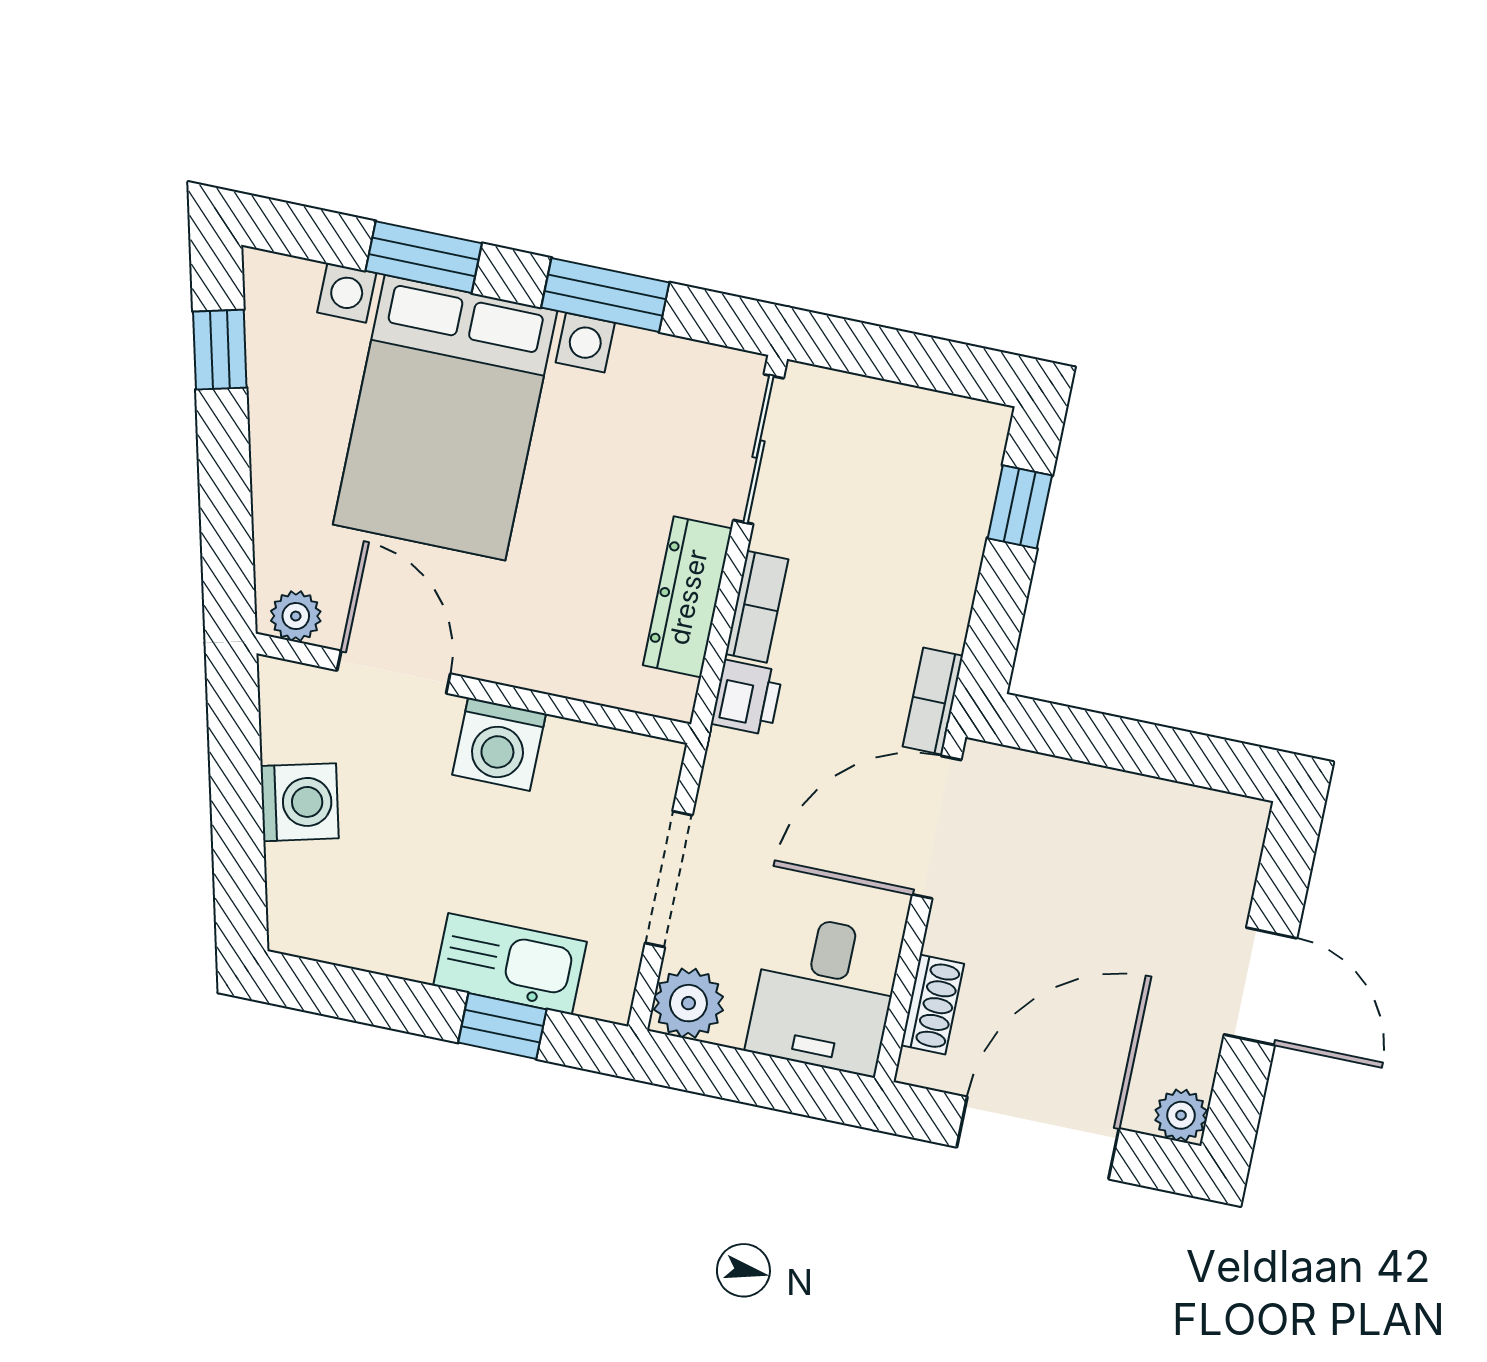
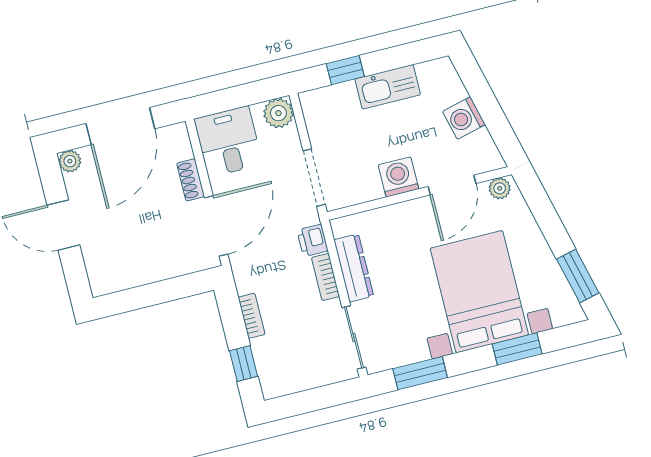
window: (605, 295) -> (420, 373), moved
window: (220, 350) -> (578, 276), width x1.50
door: (394, 672) -> (452, 185), hinge flipped
bookcase: (933, 701) -> (252, 316), moved
doorway: (669, 879) -> (314, 178), moved
kitchen sink: (510, 964) -> (388, 87), moved
shoe rack: (932, 1005) -> (191, 180), moved

